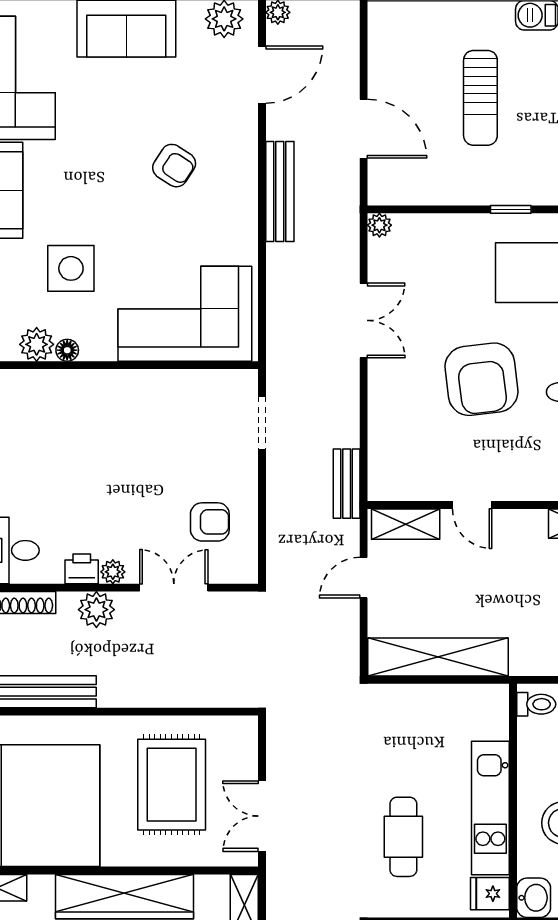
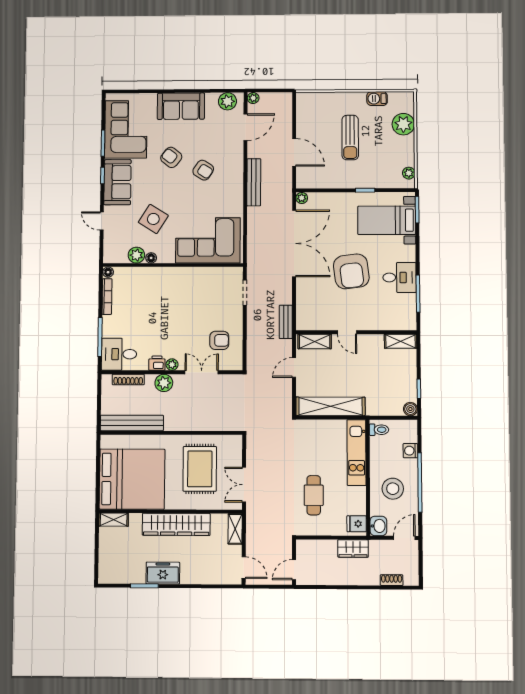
armchair: (107, 138) -> (171, 157), added
side table: (71, 268) -> (153, 219), turned 32
double door: (364, 320) -> (294, 243), width x1.87
kitchen unit: (490, 808) -> (357, 453), moved

